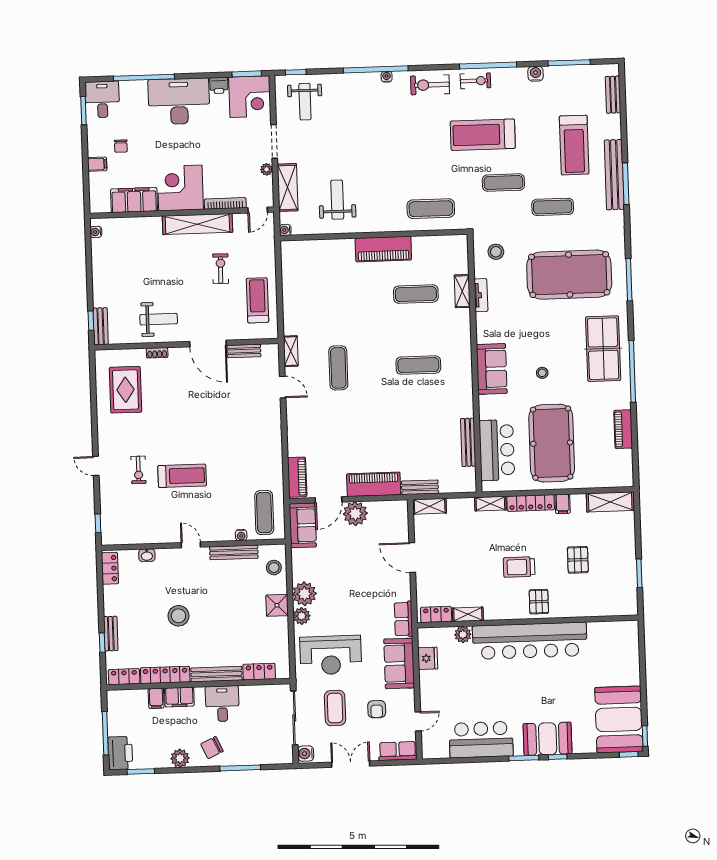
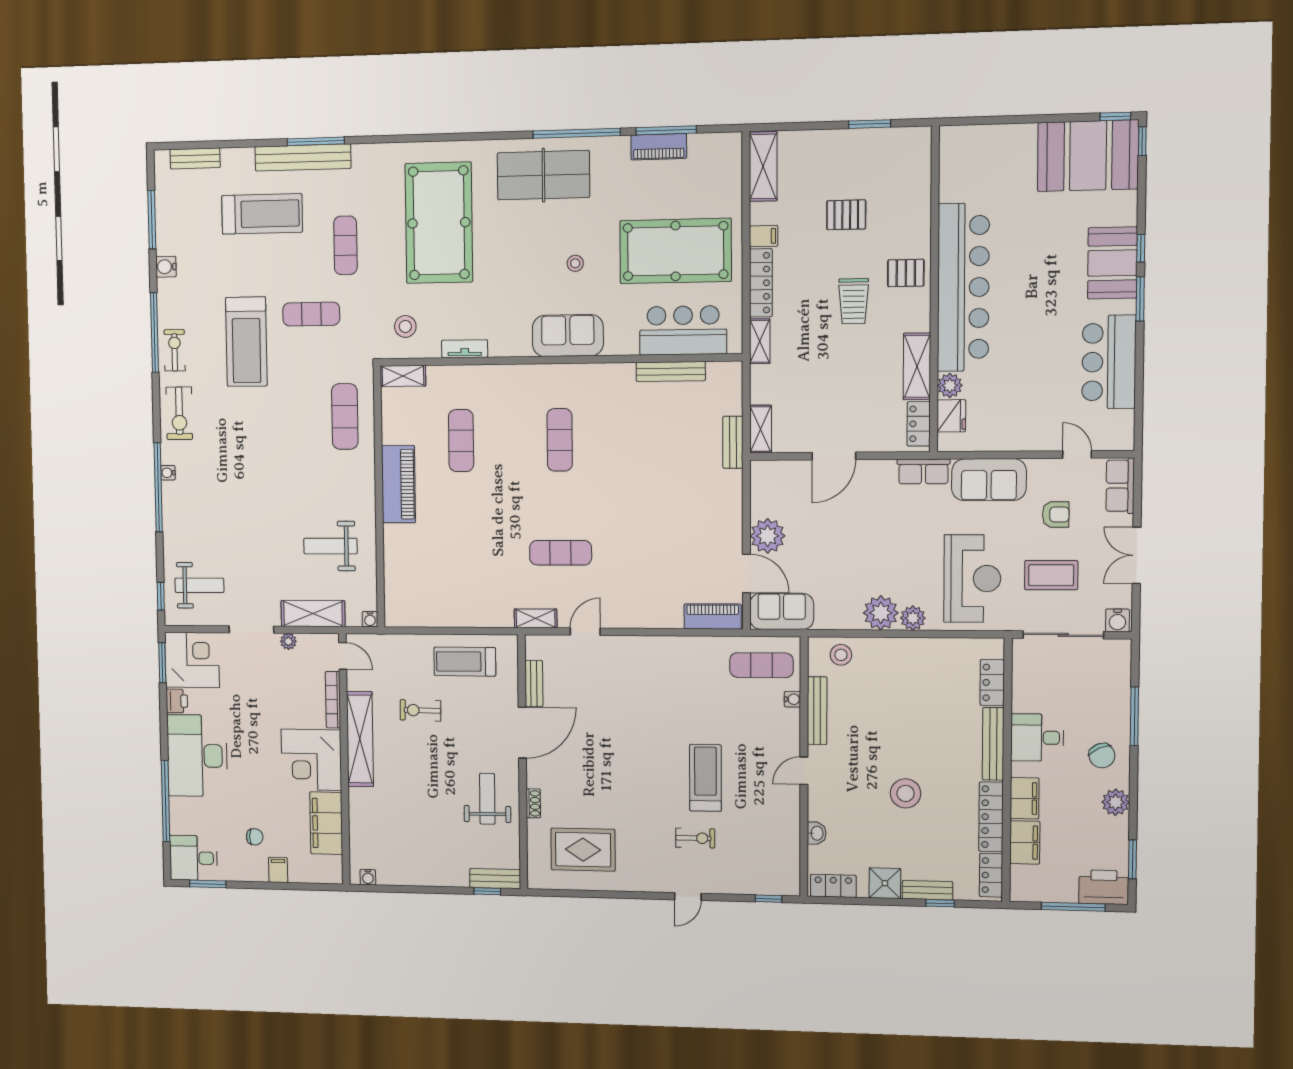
exercise mat: (503, 183) -> (311, 314), turned 90
window: (629, 280) -> (666, 130), moved
shelving: (462, 291) -> (403, 376), moved
piano: (374, 484) -> (726, 508), removed
shower: (277, 605) -> (885, 883), moved
shelving: (468, 614) -> (917, 366), width x1.50, depth x1.33
fridge: (428, 658) -> (951, 416), moved, turned 90
filing cabinet: (156, 698) -> (1025, 842), width x2.00

